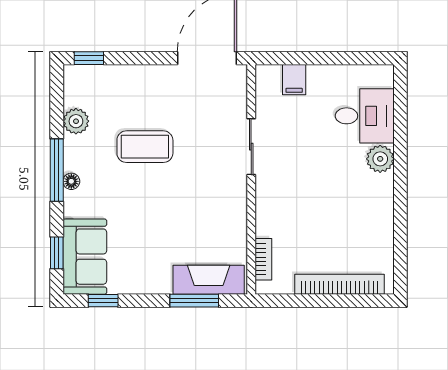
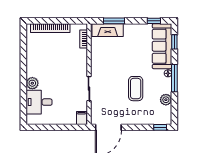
filing cabinet: (294, 80) -> (82, 118), moved
coffee table: (145, 147) -> (136, 89), turned 90
sofa: (85, 257) -> (162, 46), width x1.36

